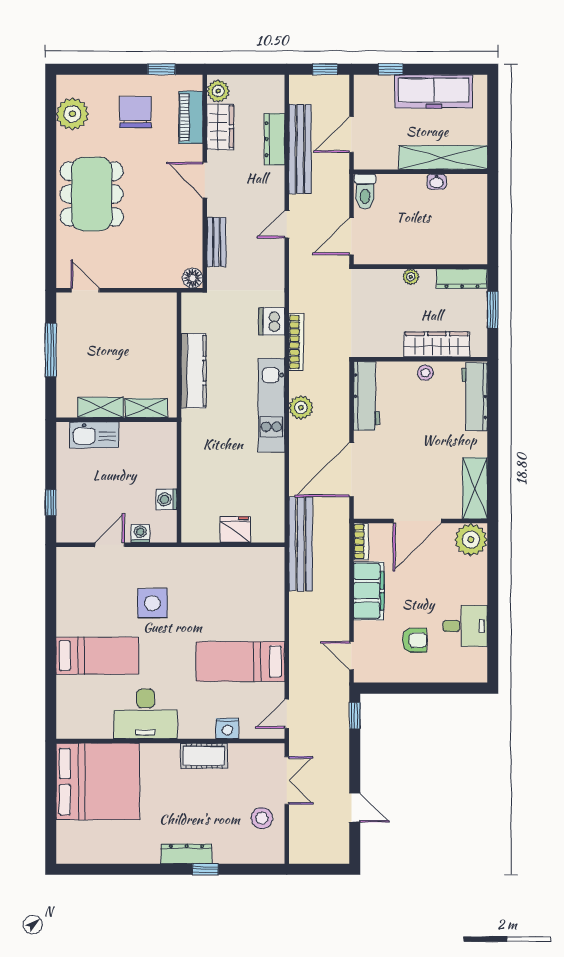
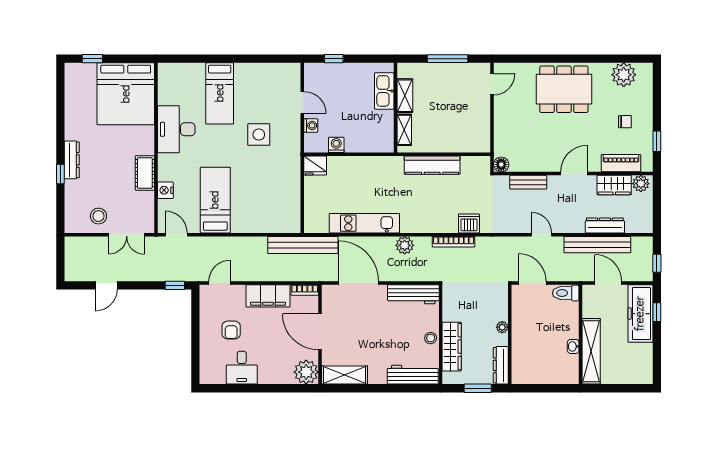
freezer: (434, 91) -> (640, 314), moved
chair: (135, 112) -> (625, 122), width x0.54, depth x0.54
kitchen unit: (271, 405) -> (364, 223), moved
fridge: (235, 530) -> (315, 166), moved, turned 90
window: (51, 826) -> (92, 59), added

